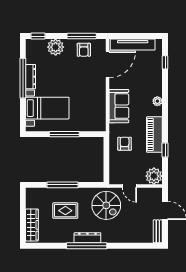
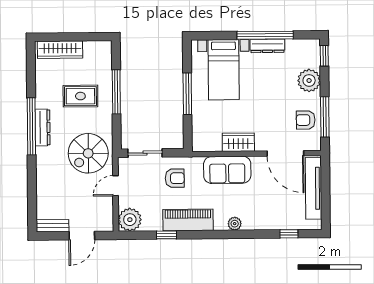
wardrobe: (99, 98) -> (238, 142), added
sliding door: (106, 165) -> (145, 153), added
rug: (65, 211) -> (80, 96), turned 90

